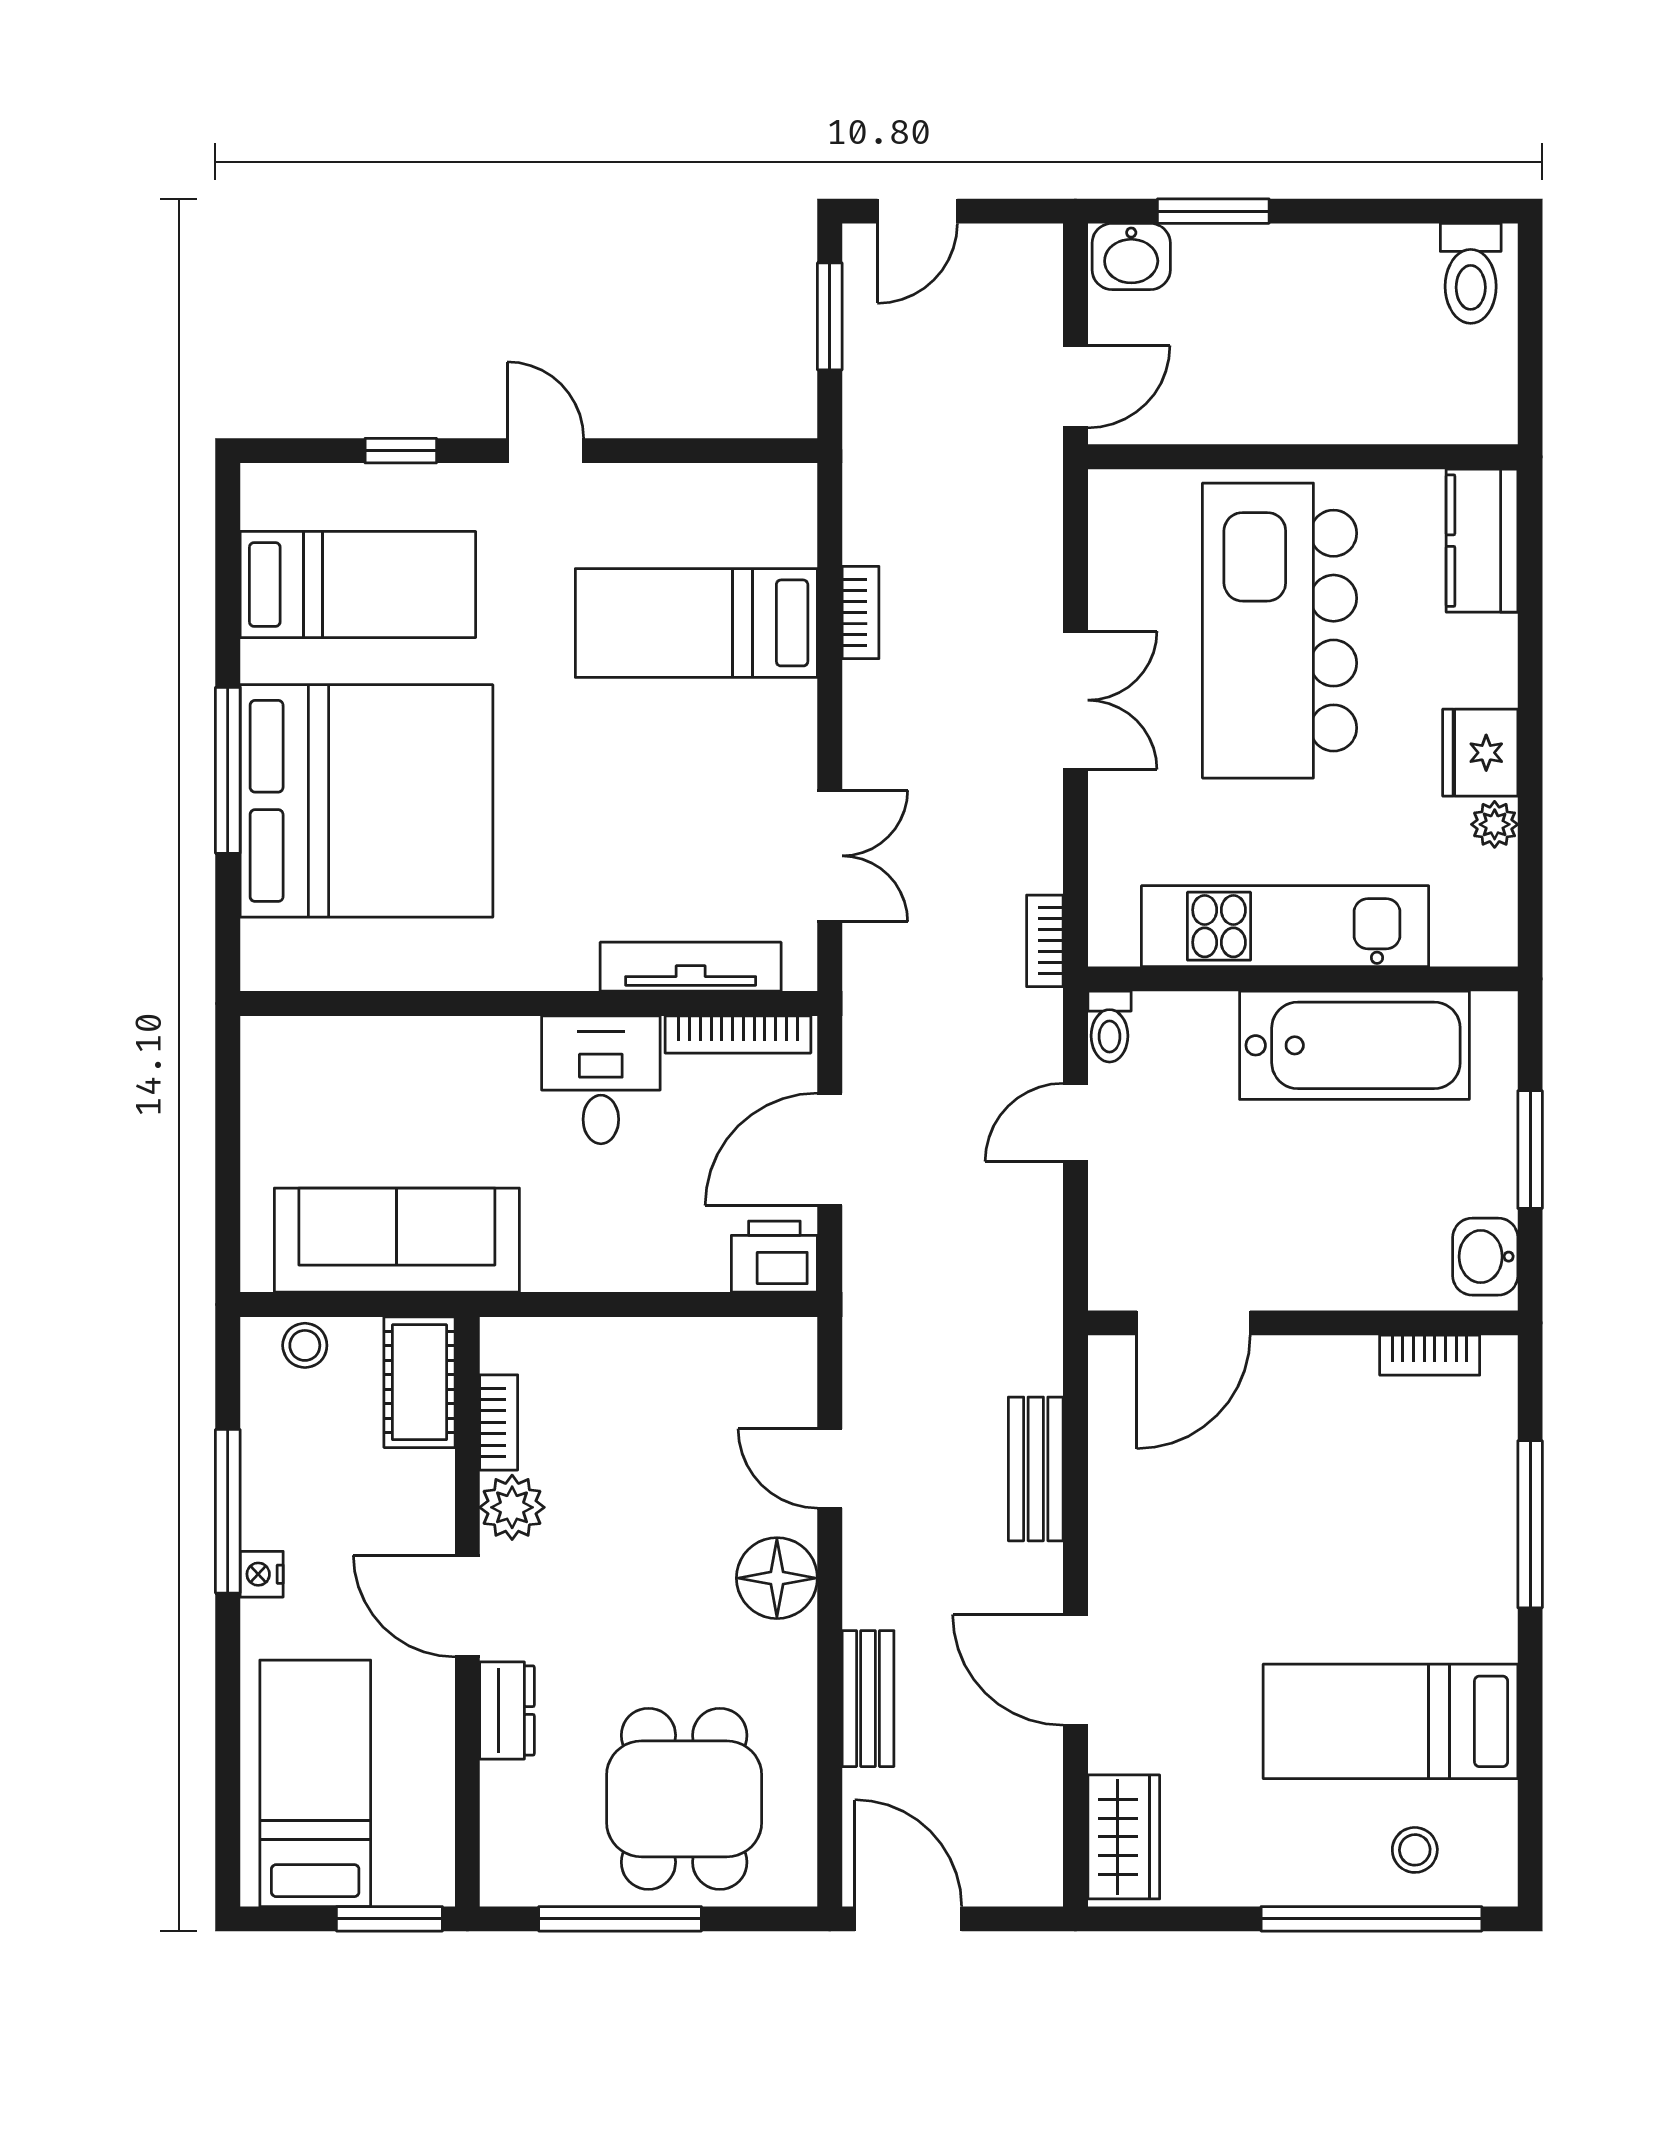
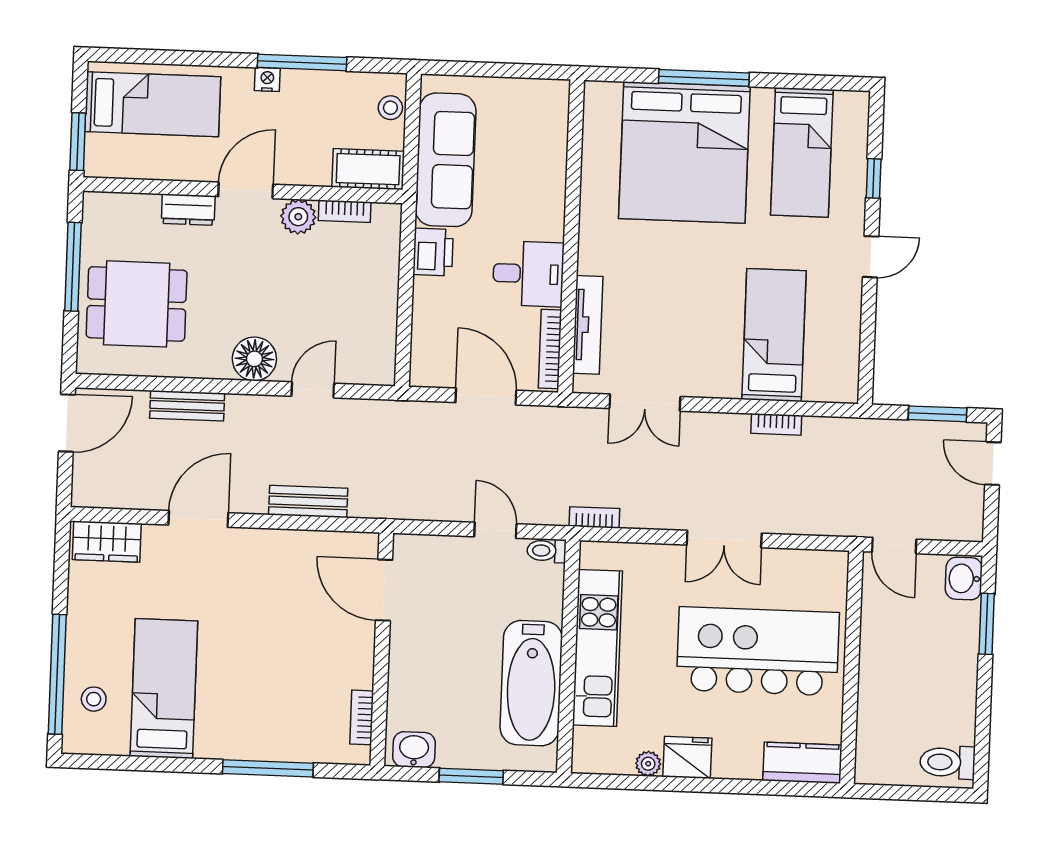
printer: (774, 1257) -> (433, 252), moved

